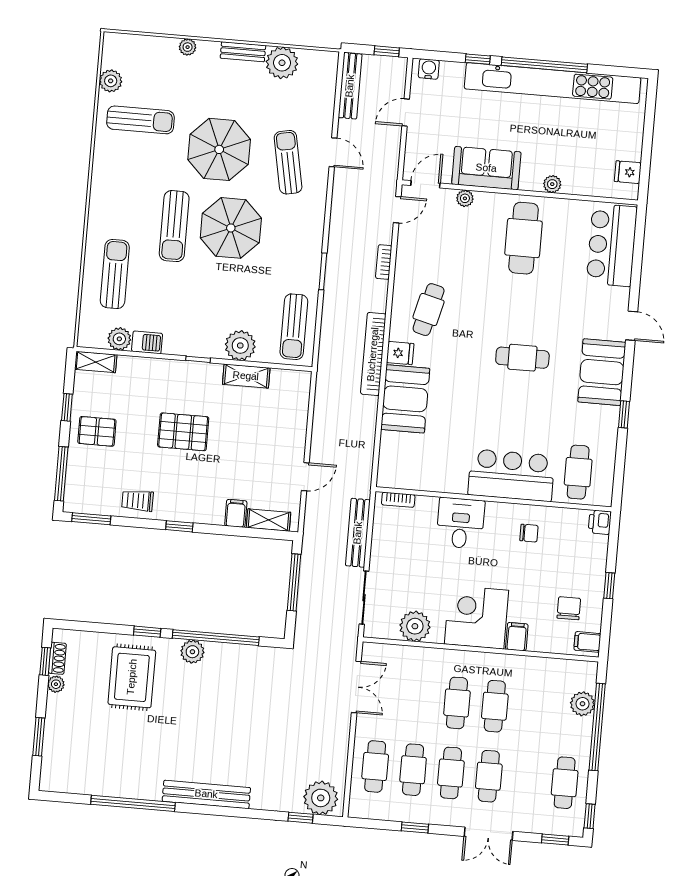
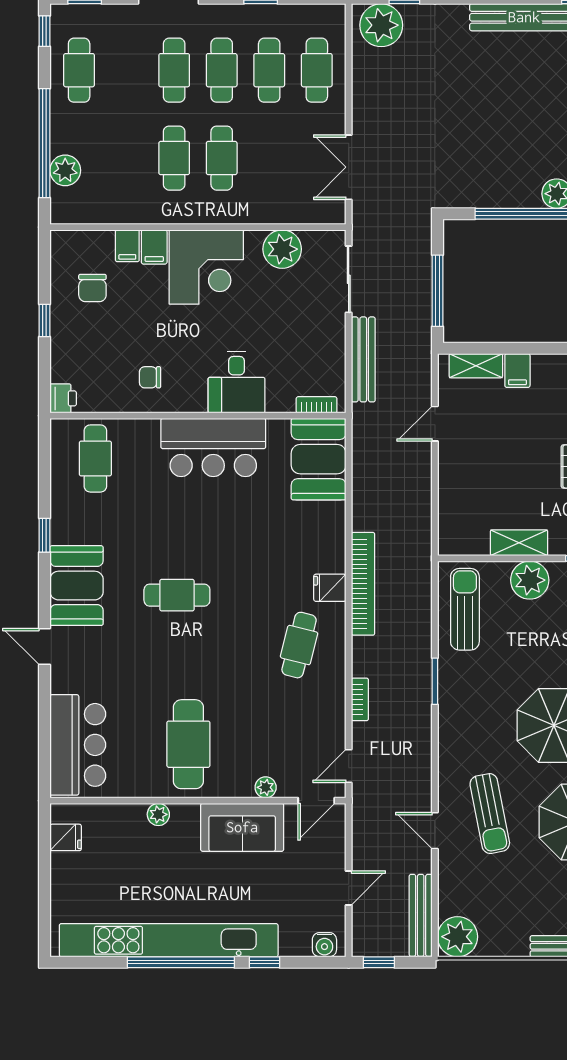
plant: (282, 63) -> (458, 937), moved
booth: (405, 399) -> (319, 459), moved
bar counter: (511, 475) -> (213, 447), moved
filing cabinet: (587, 642) -> (127, 246), moved, turned 90

